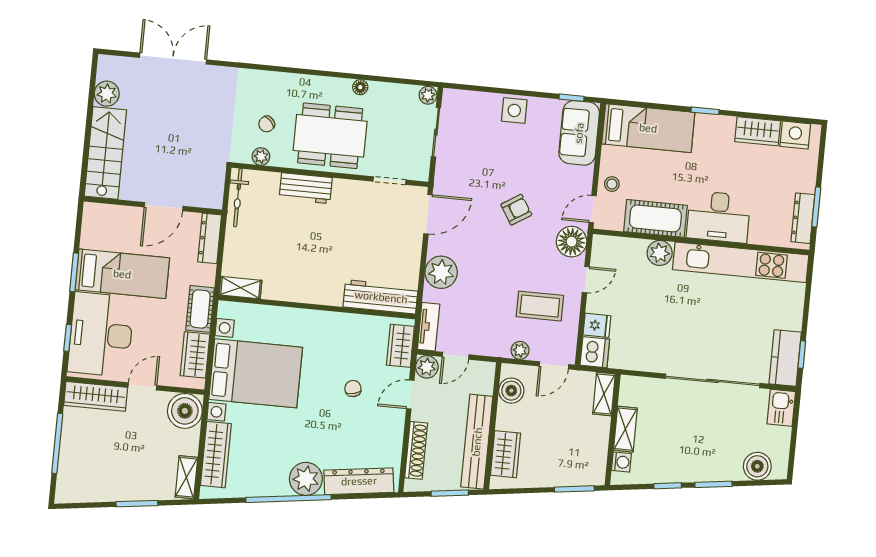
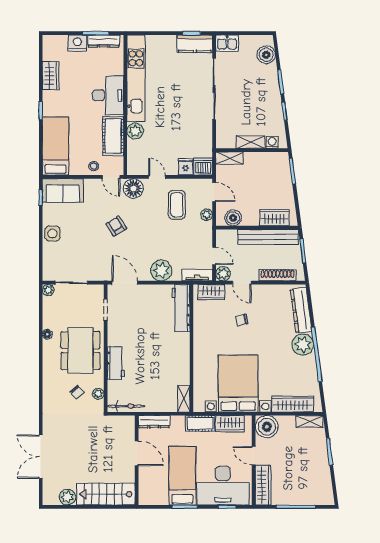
nightstand: (795, 135) -> (77, 43), moved, turned 90

